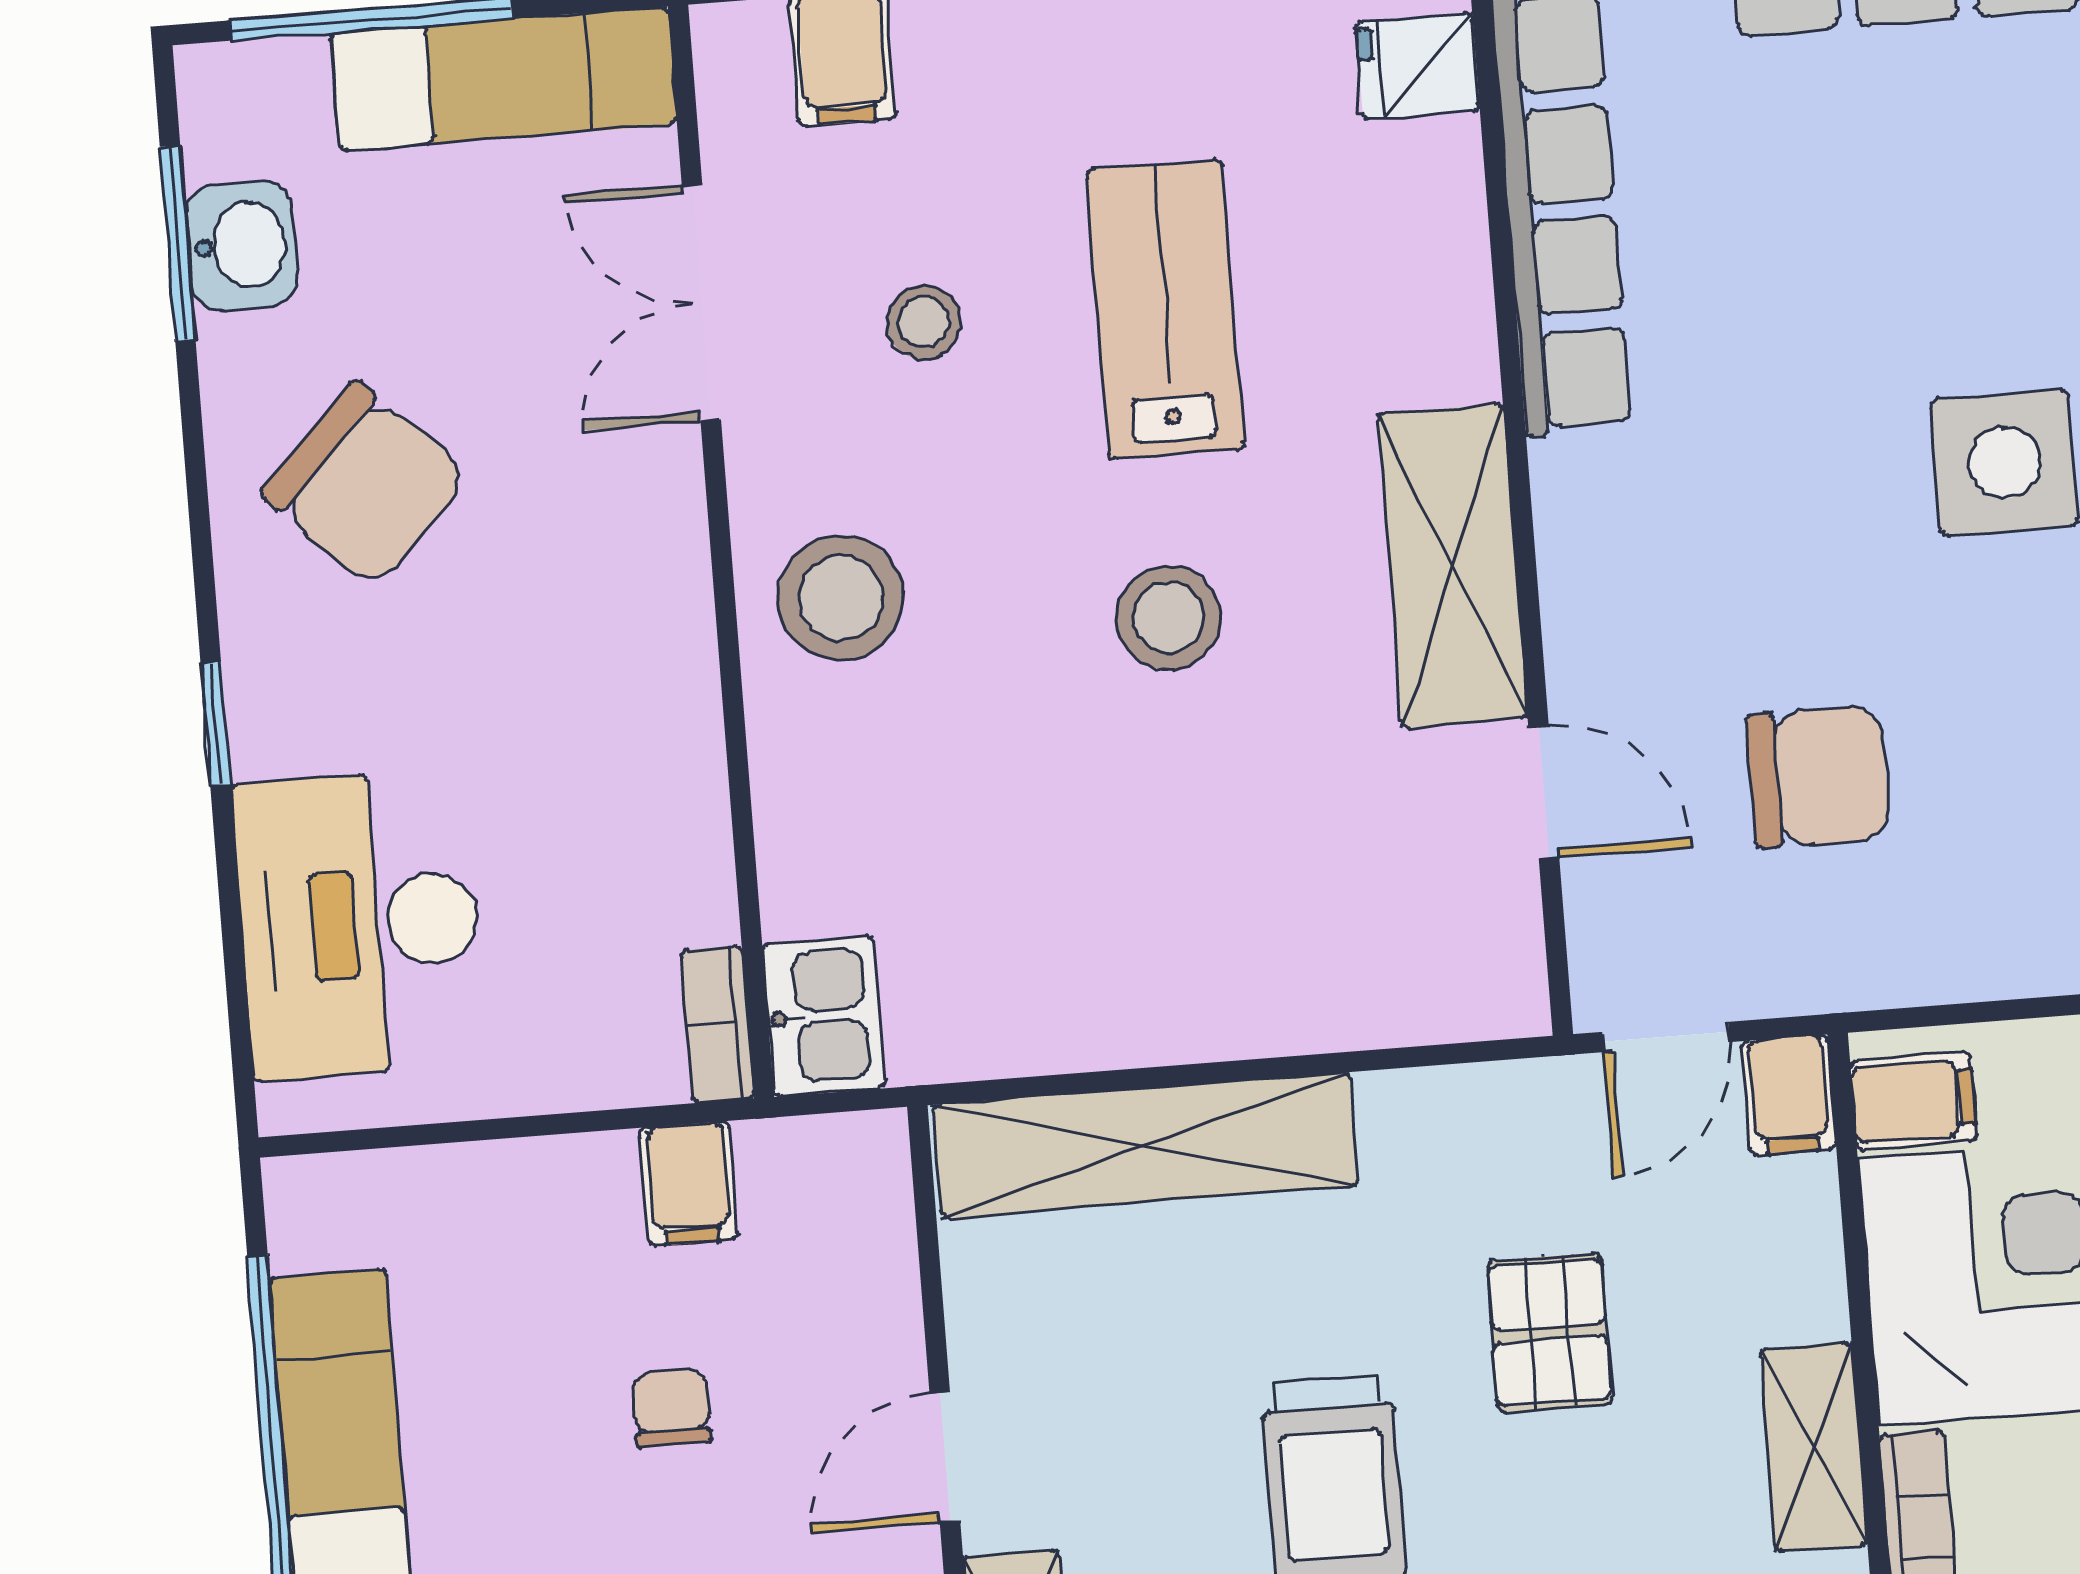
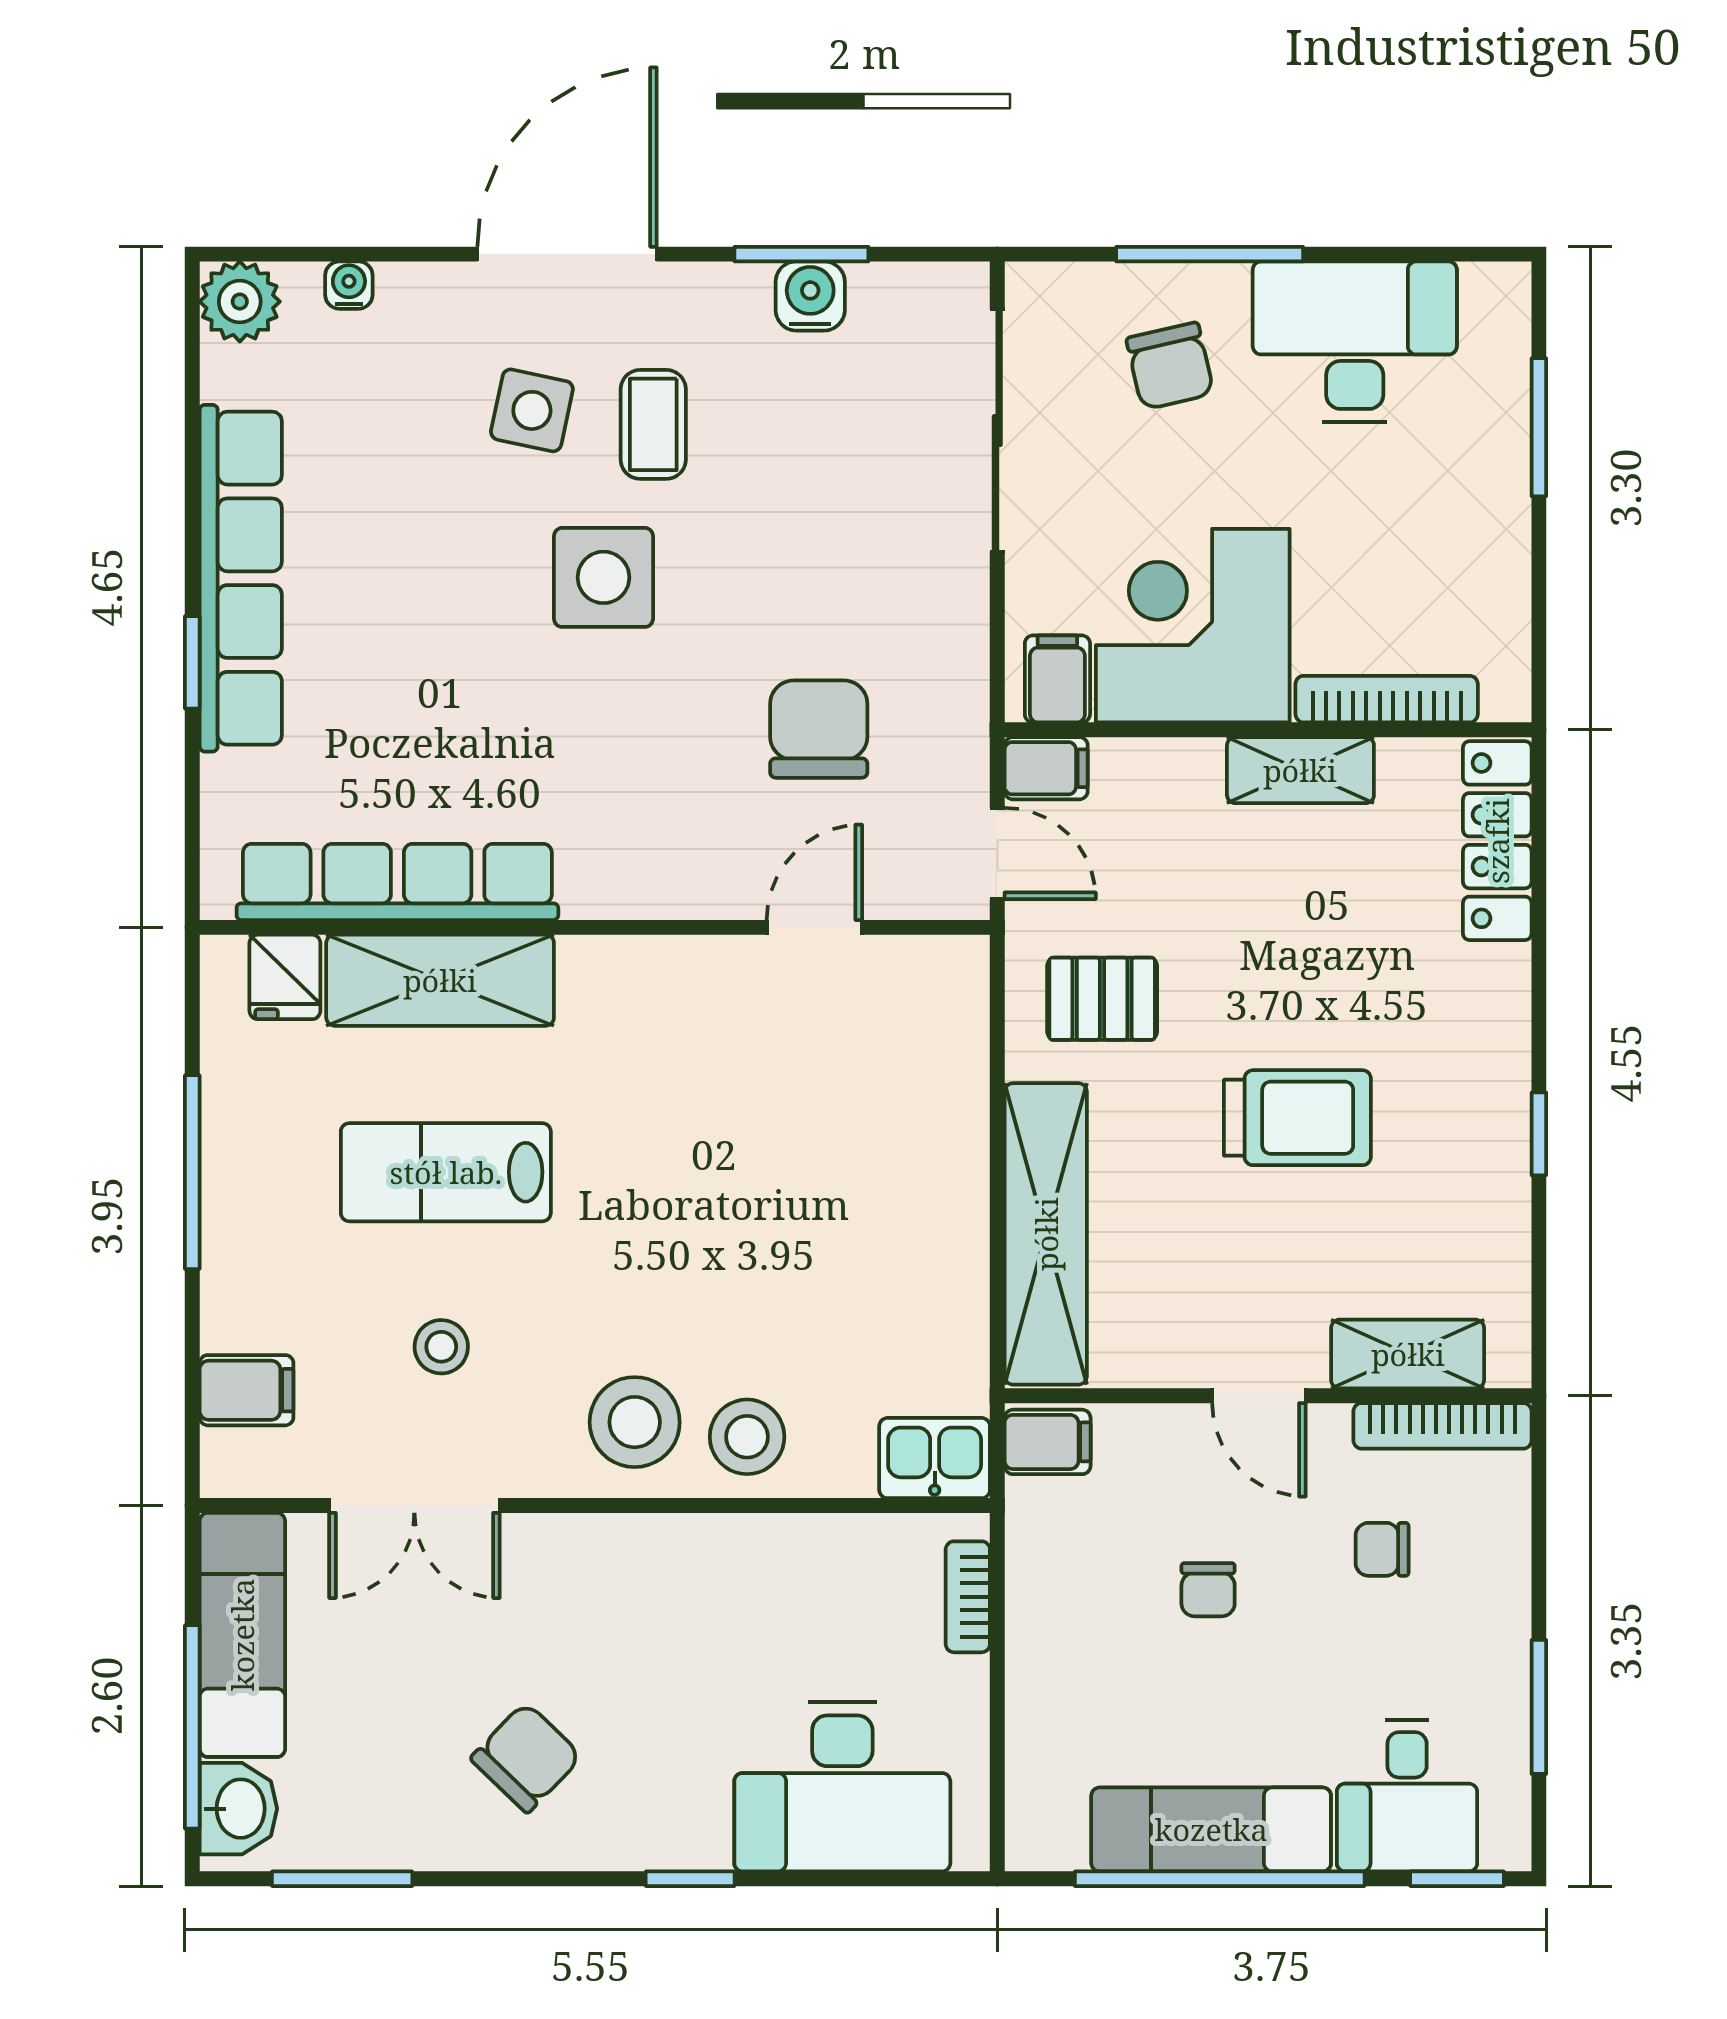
washbasin: (242, 245) -> (238, 1809), moved, turned 90
chair: (365, 484) -> (526, 1757), width x0.73, depth x0.73
shelving: (1452, 566) -> (440, 980), moved
stool: (1168, 618) -> (747, 1437), moved
bookcase: (717, 1024) -> (968, 1597), moved, turned 90
filing cabinet: (689, 1184) -> (1048, 1442), moved
pallet: (1550, 1333) -> (1102, 999), moved
chair: (671, 1408) -> (1208, 1590), turned -90

